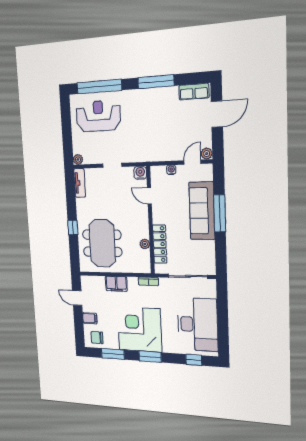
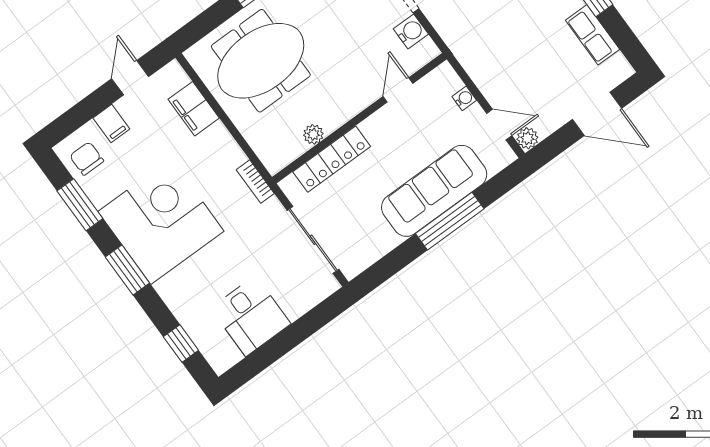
row of seats: (194, 92) -> (593, 35), moved
water cooler: (140, 173) -> (411, 31), moved
filing cabinet: (116, 284) -> (194, 109), moved
desk: (197, 324) -> (251, 316), width x0.53, depth x0.77

